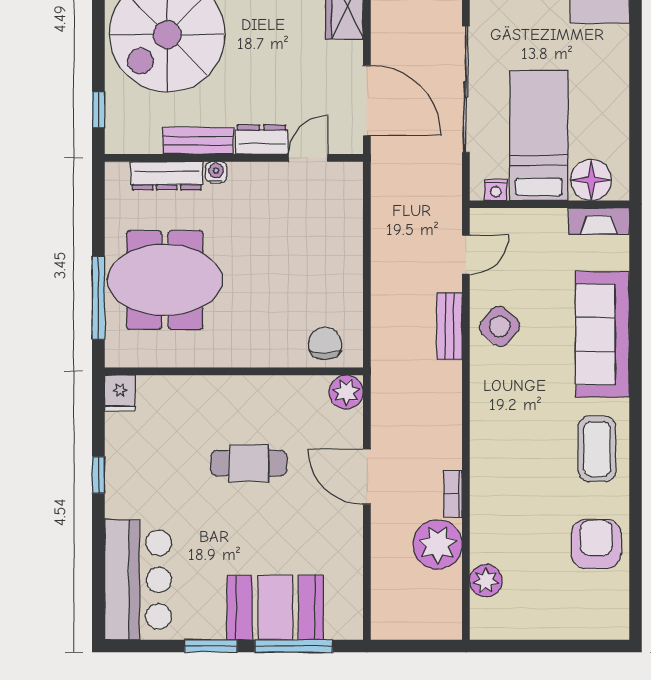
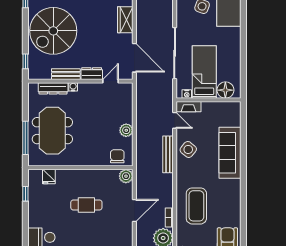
fireplace: (599, 221) -> (189, 107), moved
door: (466, 255) -> (175, 120), hinge flipped
plant: (347, 279) -> (126, 130), added
meeting table: (165, 280) -> (52, 131), turned 90
bench: (449, 326) -> (168, 154), width x1.36
fridge: (120, 393) -> (49, 177), moved
coffee table: (597, 449) -> (196, 206), moved, width x1.36, depth x1.32
window: (98, 475) -> (25, 194), moved
door: (367, 477) -> (134, 210), swing flipped

